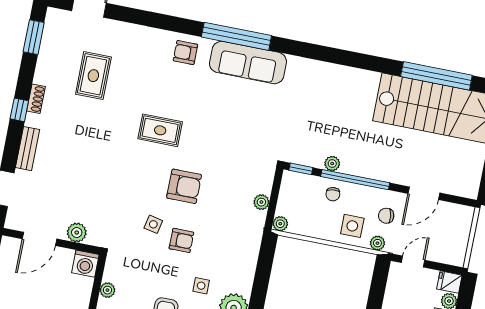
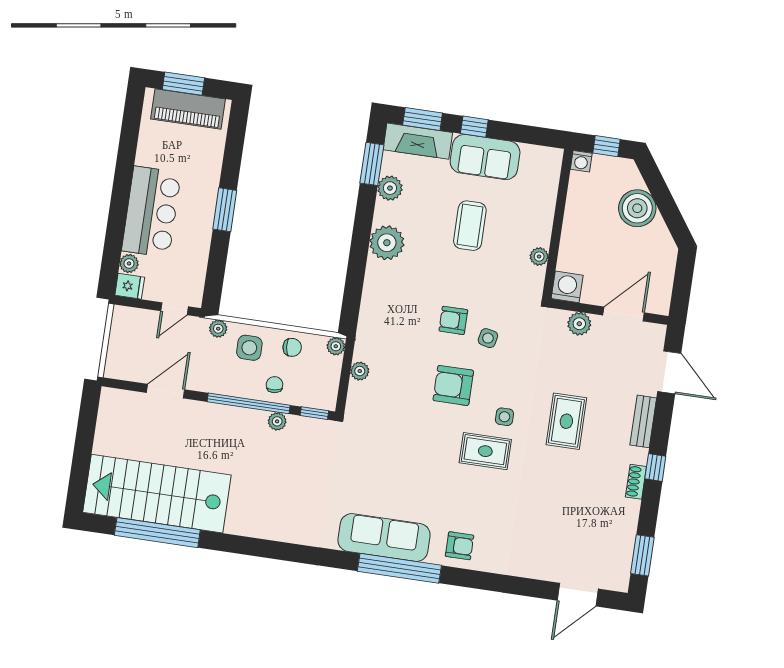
rug: (93, 76) -> (566, 421), moved
chair: (386, 216) -> (292, 347), moved
side table: (201, 286) -> (504, 417), moved

